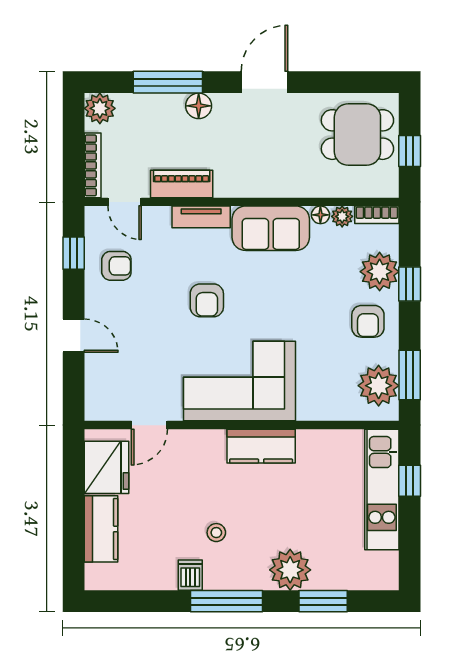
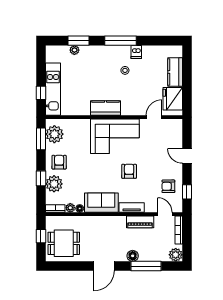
plant: (290, 570) -> (74, 50), moved, width x0.53, depth x0.53

